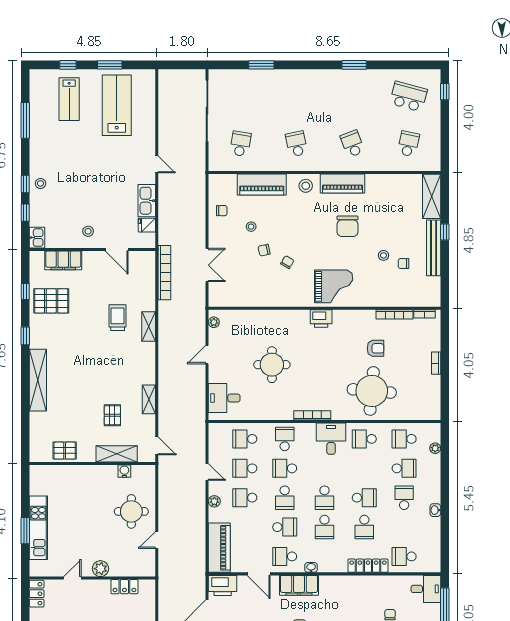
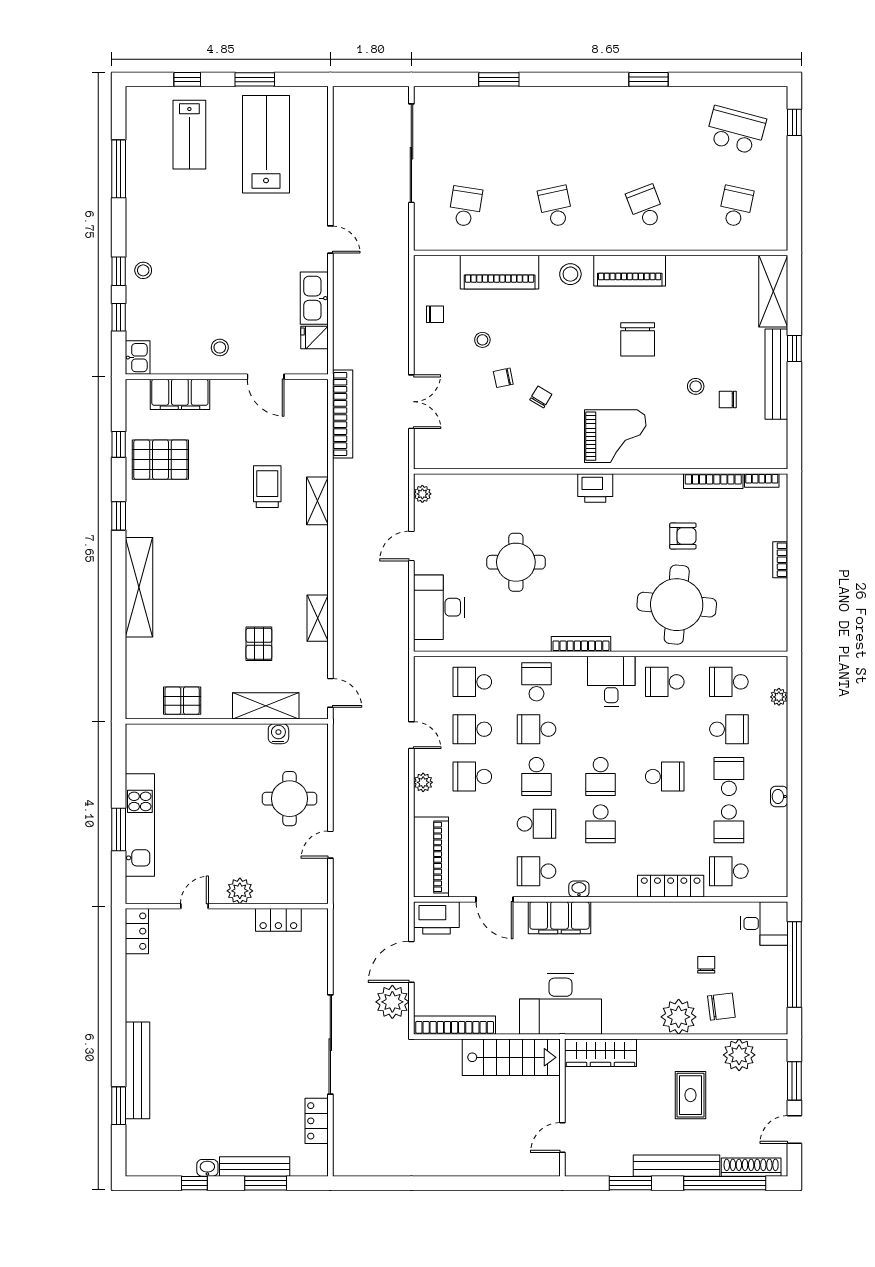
desk: (224, 398) -> (439, 607), width x1.37
school desk: (364, 527) -> (729, 824), moved

